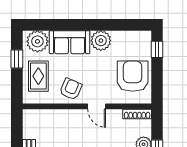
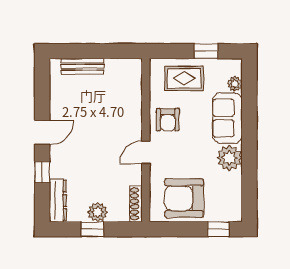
plant: (37, 41) -> (235, 84), width x0.53, depth x0.53
armchair: (133, 76) -> (184, 198), turned 180
armchair: (71, 89) -> (168, 120), turned 67

